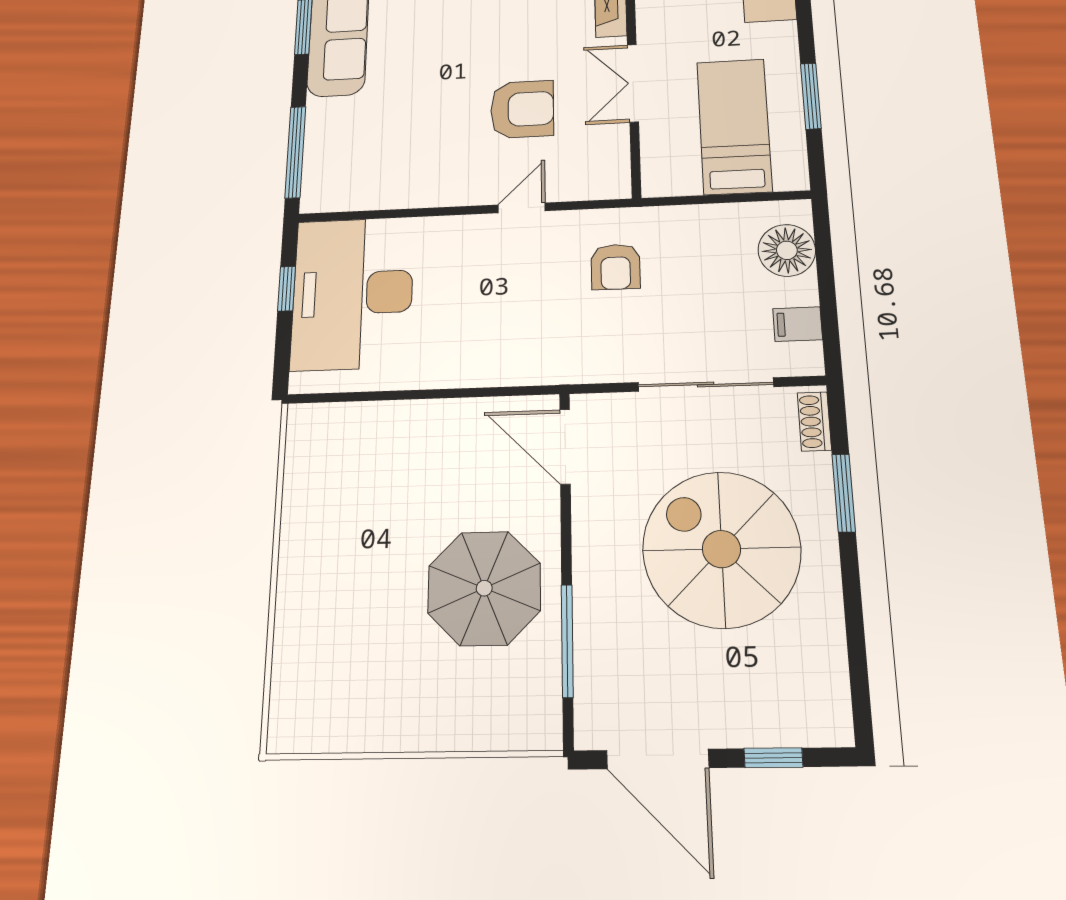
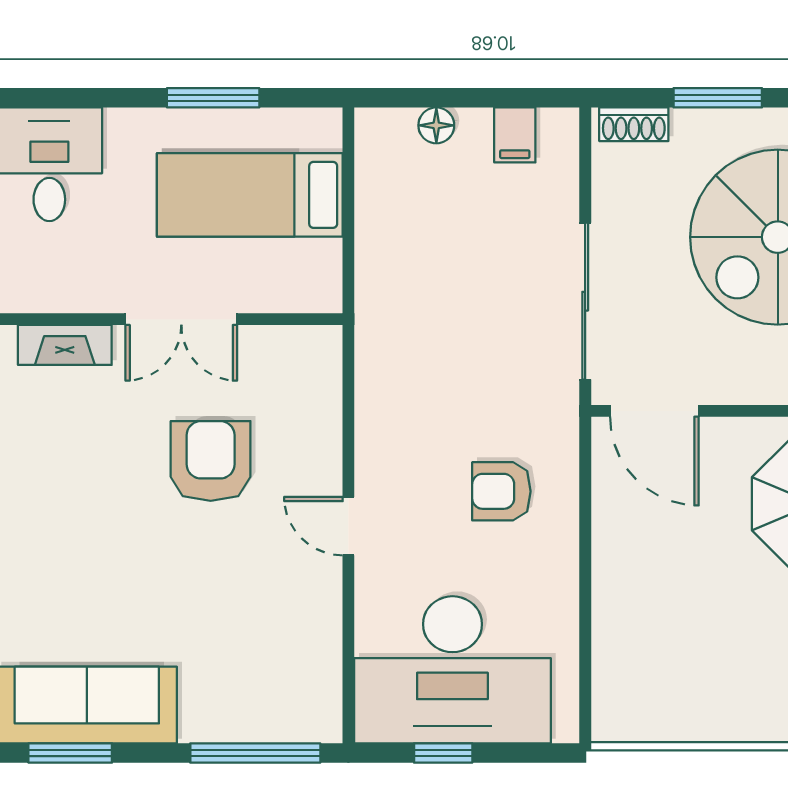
door: (522, 208) -> (348, 526), moved
floor lamp: (787, 250) -> (436, 125), width x0.53, depth x0.53
armchair: (615, 267) -> (501, 491), moved, turned 180
sliding door: (706, 385) -> (585, 301), moved
door: (565, 447) -> (654, 411), hinge flipped

